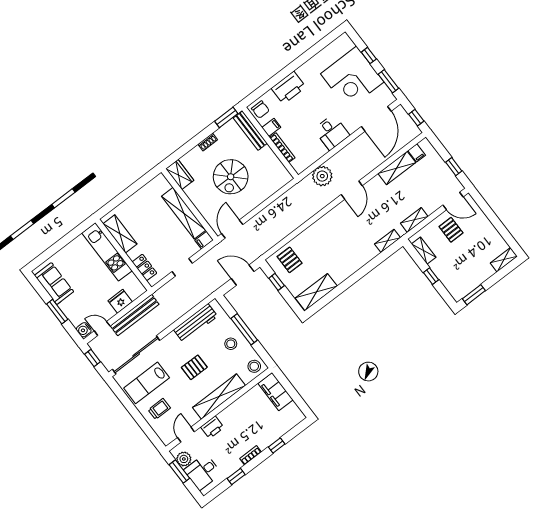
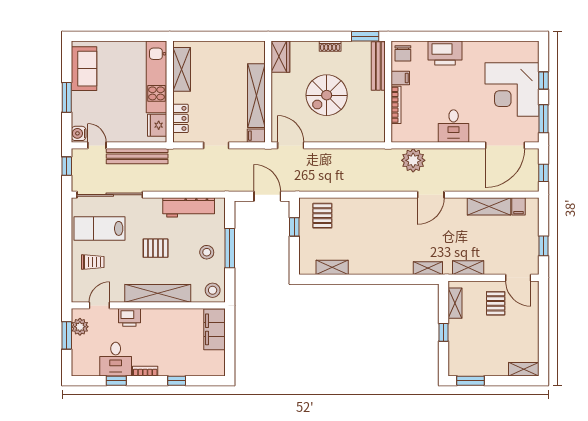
door: (232, 229) -> (291, 145), hinge flipped
shelving: (316, 292) -> (332, 267), width x0.67, depth x0.75
fridge: (120, 301) -> (157, 125), moved, turned -90
desk: (203, 472) -> (116, 359), moved, turned -90

